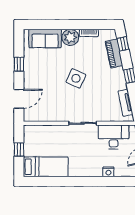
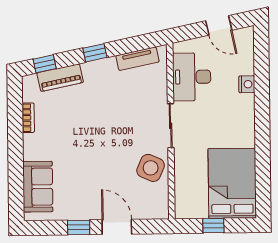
plant: (70, 37) -> (36, 147), removed
side table: (76, 78) -> (151, 168), moved
door: (19, 99) -> (117, 227), moved
bed: (46, 167) -> (232, 183), width x1.50

